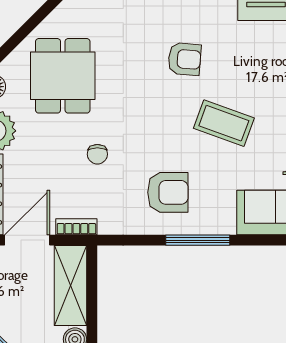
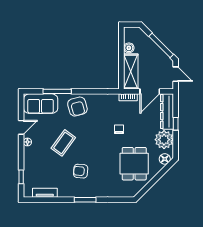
coffee table: (224, 123) -> (63, 143), turned -74
armchair: (168, 192) -> (77, 107), moved, turned -105
window: (198, 240) -> (57, 91), moved

